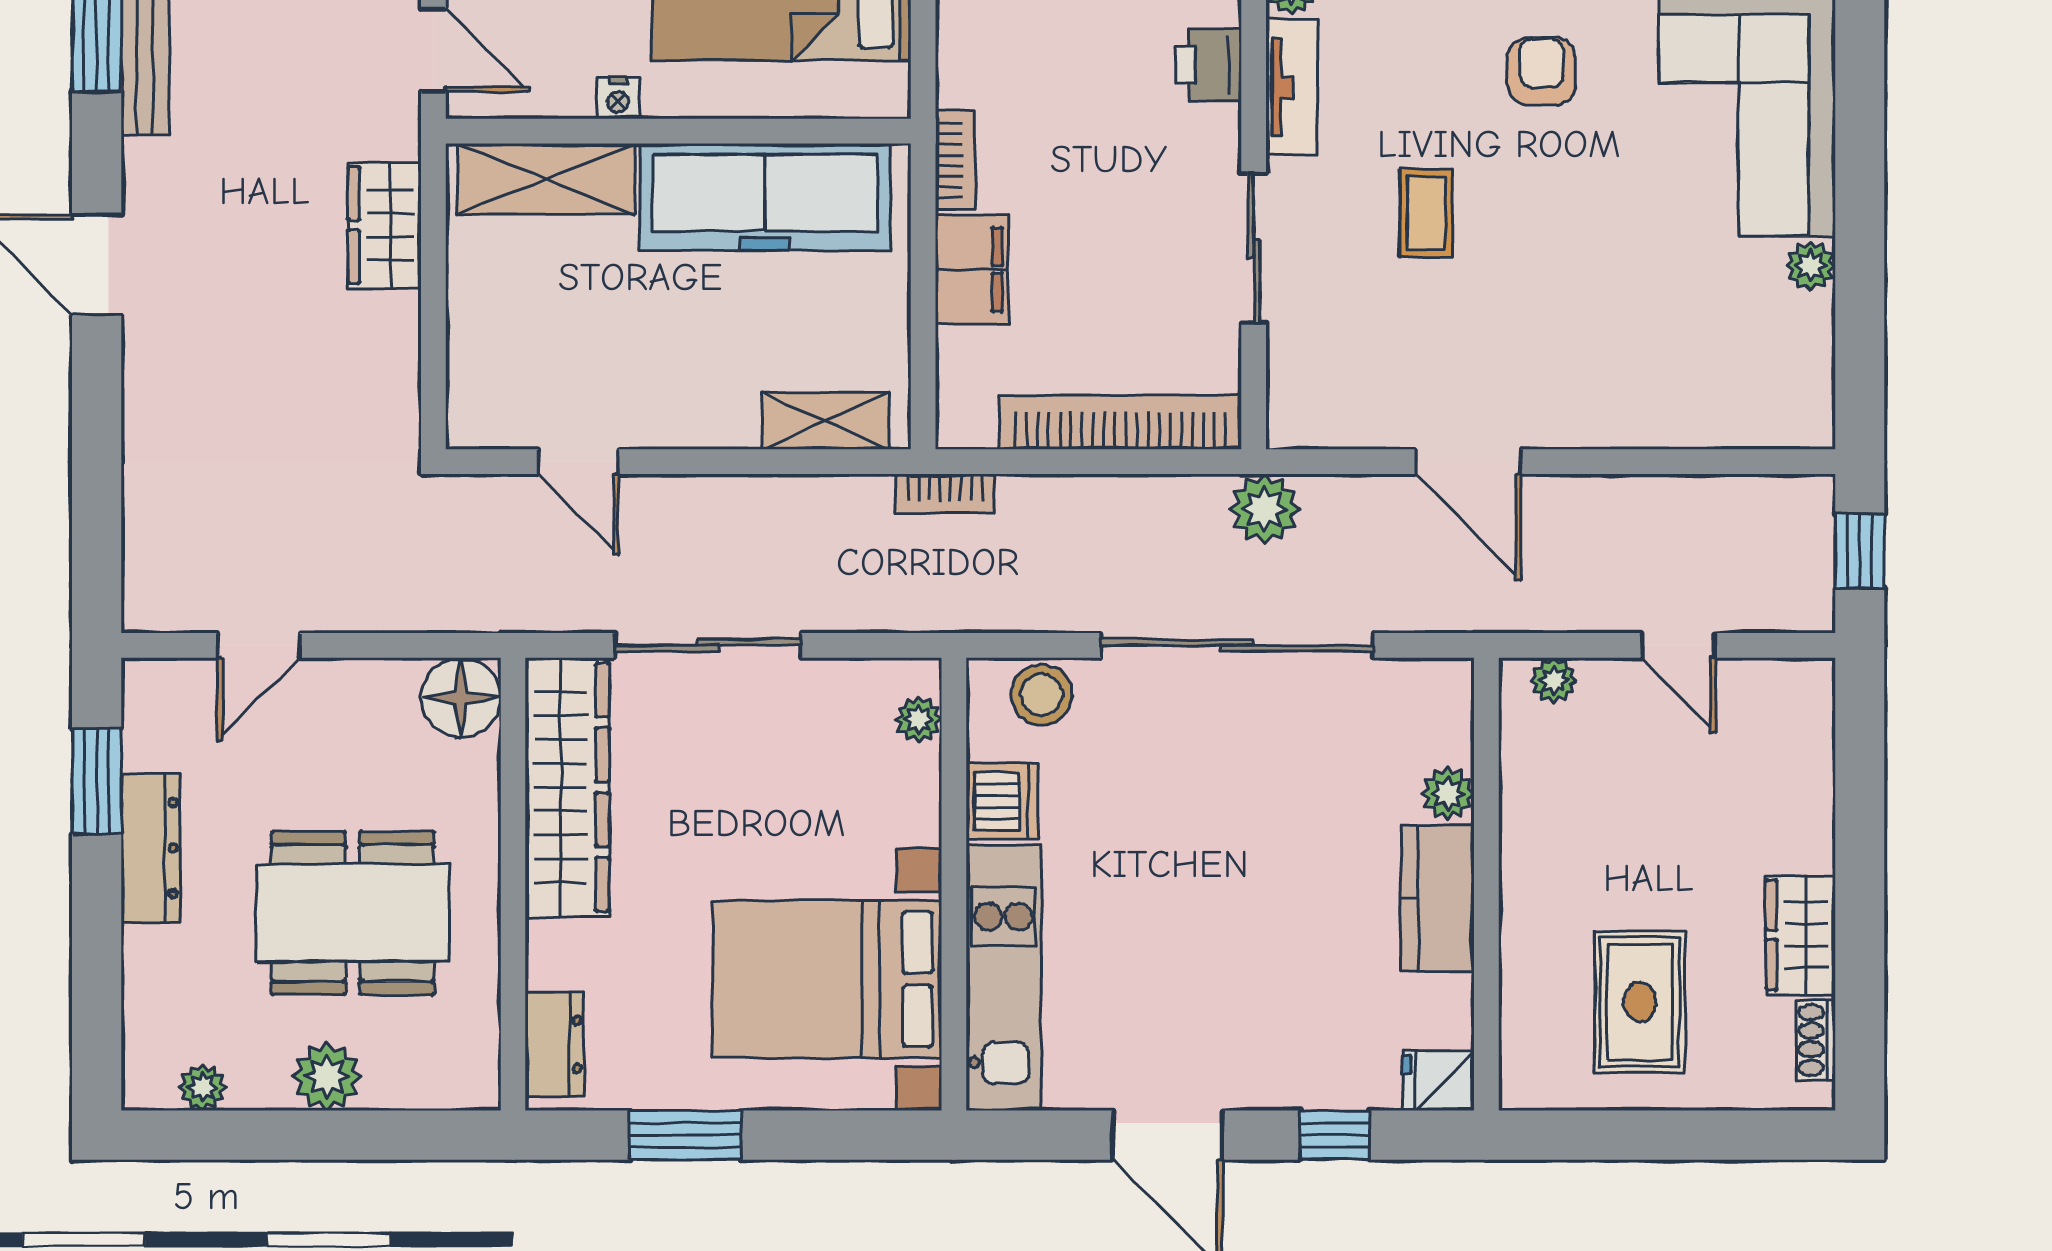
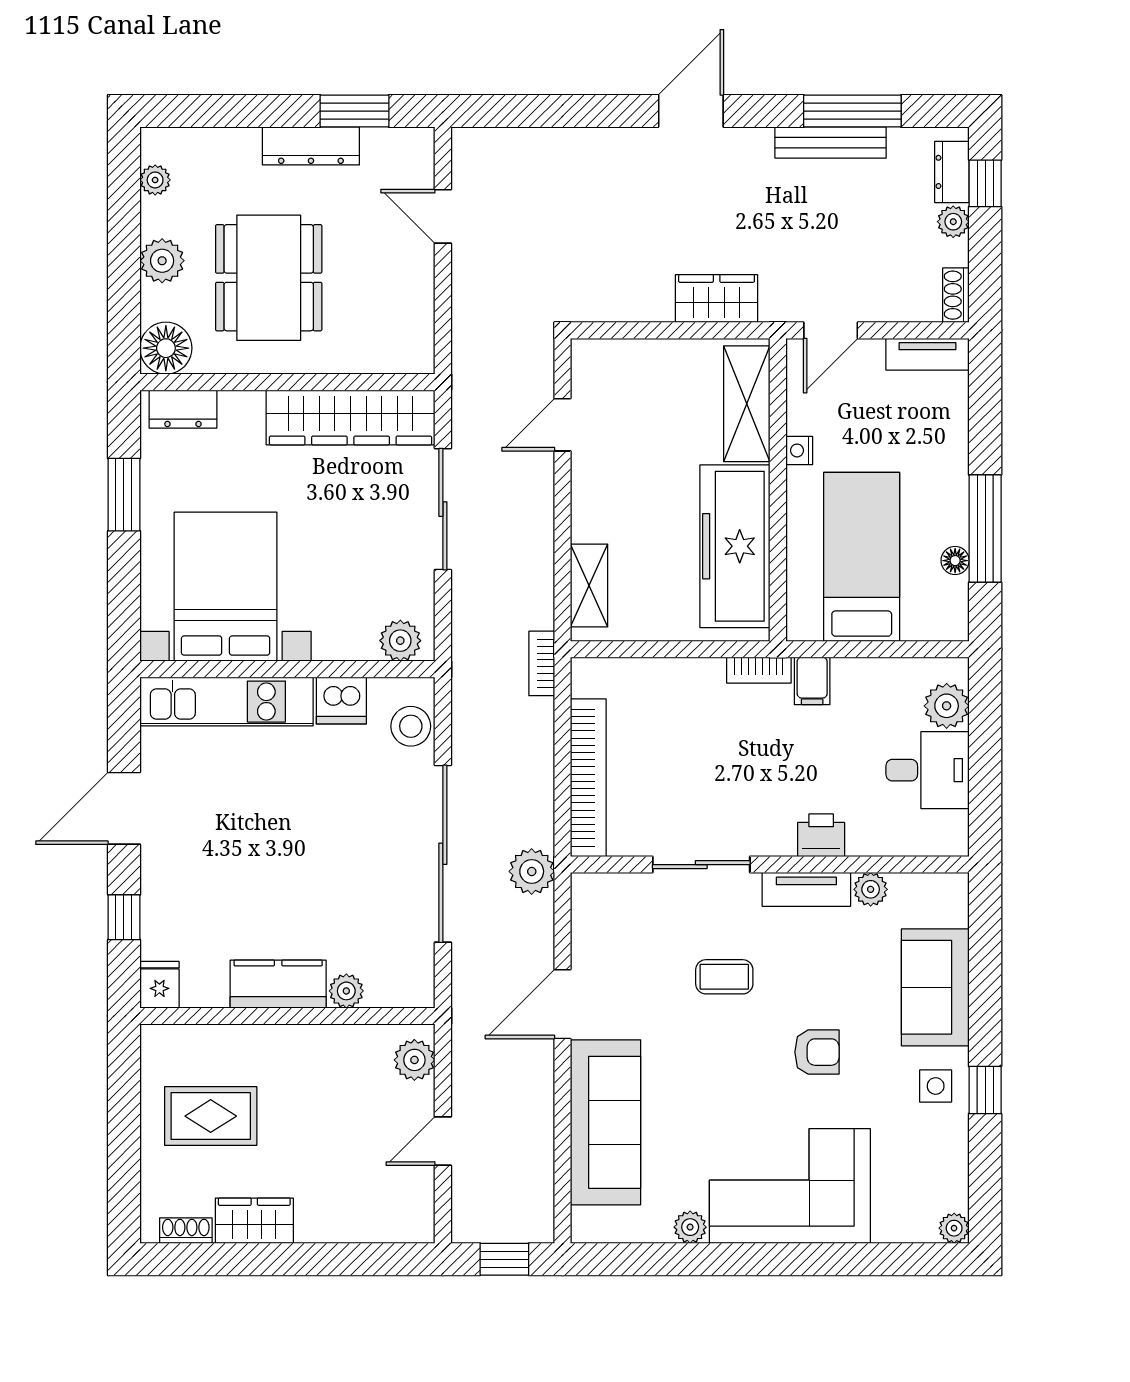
filing cabinet: (972, 269) -> (812, 681), moved, width x0.50
sofa: (1650, 396) -> (606, 1122), added
plant: (1554, 680) -> (414, 1060), width x1.38, depth x1.38
floor lamp: (461, 698) -> (166, 348), moved
plant: (919, 719) -> (400, 641), width x1.38, depth x1.38

